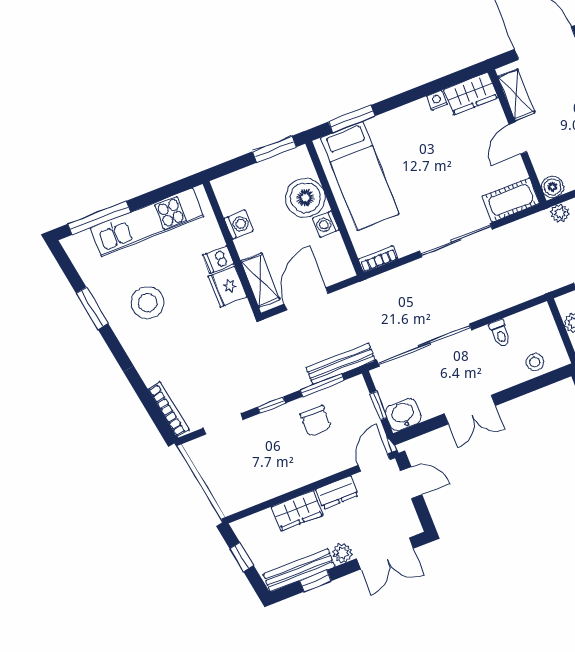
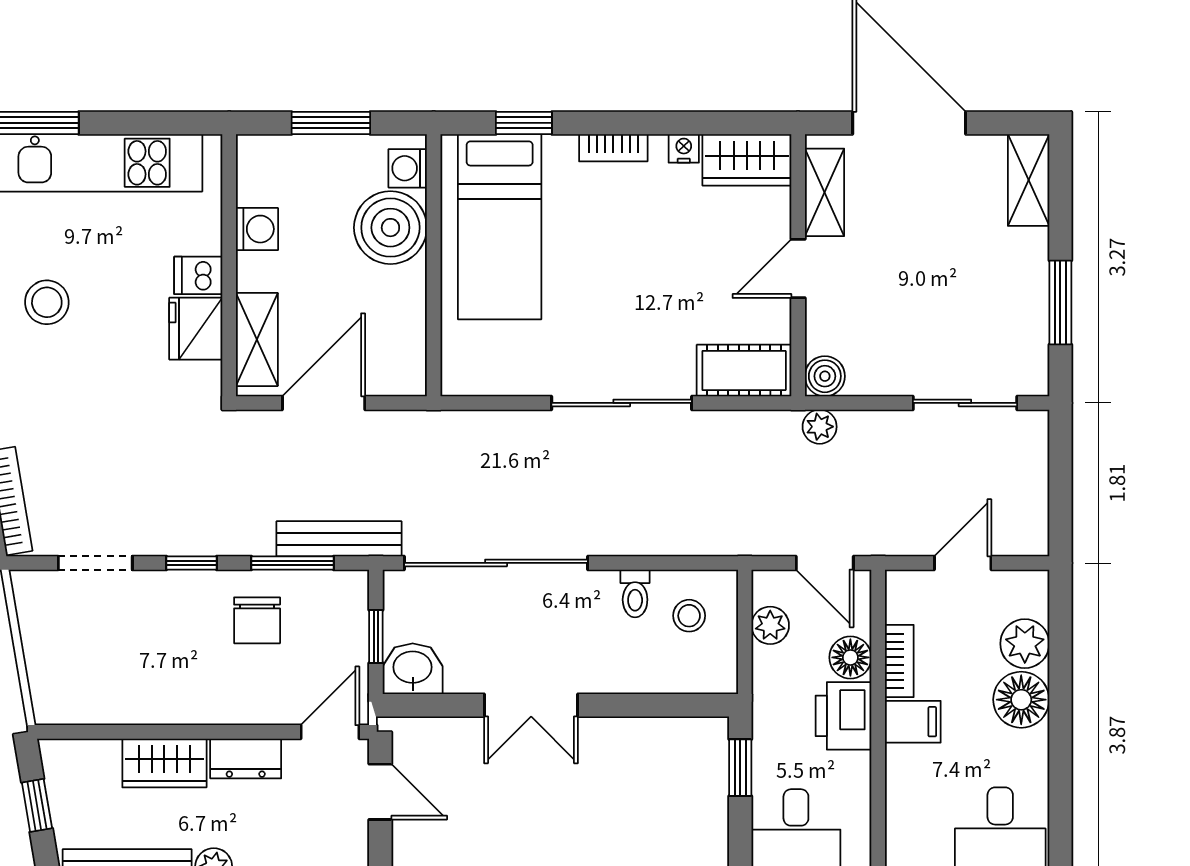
window: (352, 119) -> (524, 123), width x0.67
window: (274, 149) -> (331, 123), moved
washing machine: (326, 224) -> (408, 168), moved
bookcase: (378, 259) -> (613, 148), moved, turned 180
stool: (148, 303) -> (47, 302), width x0.73, depth x0.73
stool: (535, 362) -> (689, 616), moved

